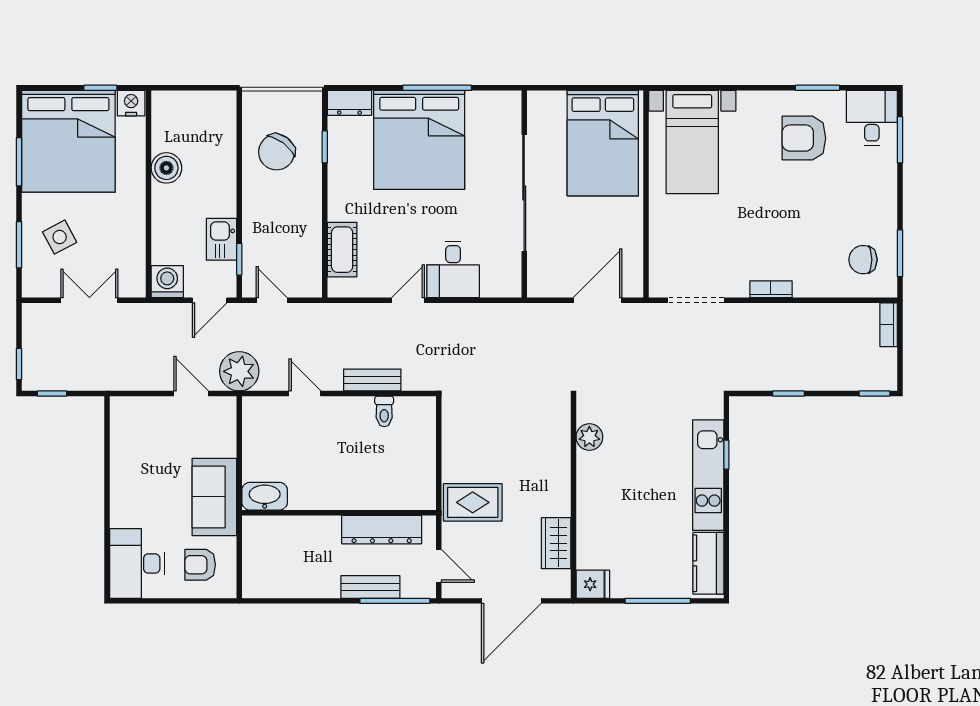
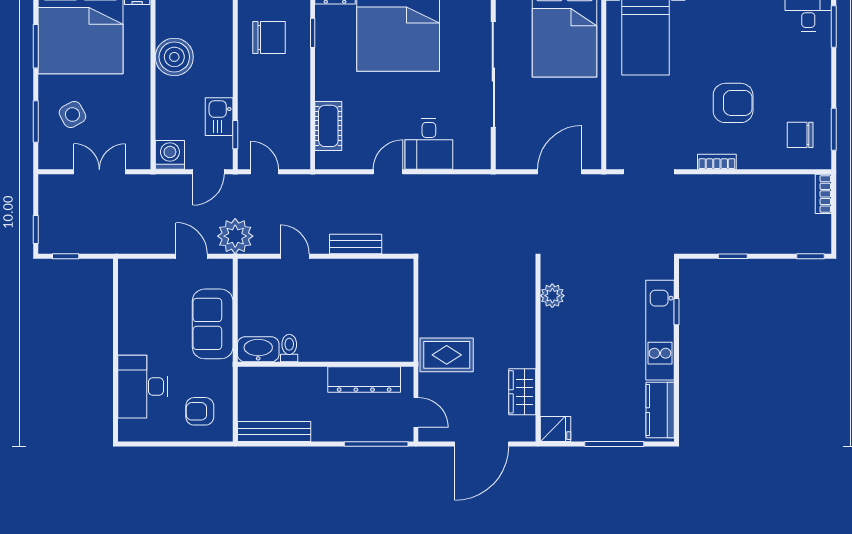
armchair: (804, 138) -> (733, 103), moved, turned 180
chair: (277, 152) -> (269, 38), turned -127
boiler: (166, 168) -> (174, 57), width x1.37, depth x1.37
toilet: (384, 411) -> (289, 348), moved, turned 180
sofa: (214, 497) -> (213, 324), moved
desk: (137, 563) -> (143, 387), moved
bench: (370, 587) -> (274, 431), moved, width x1.36

